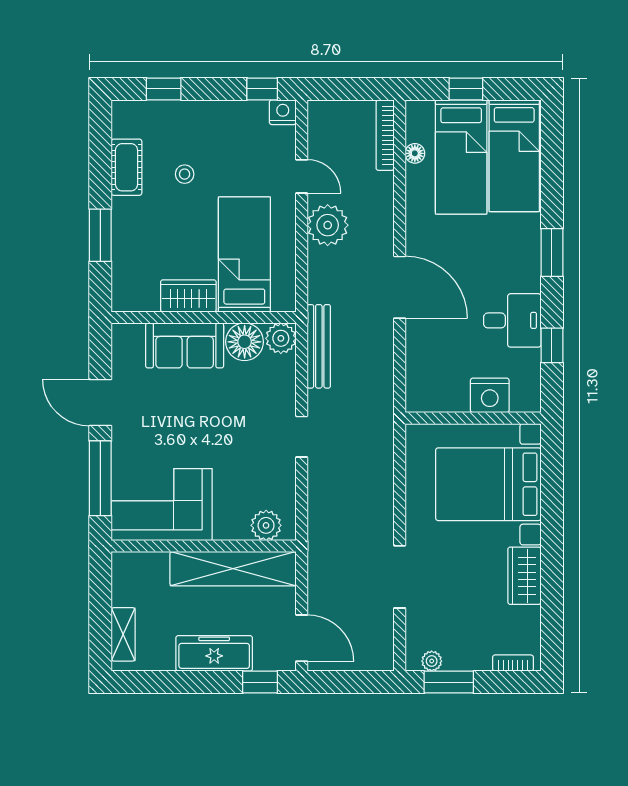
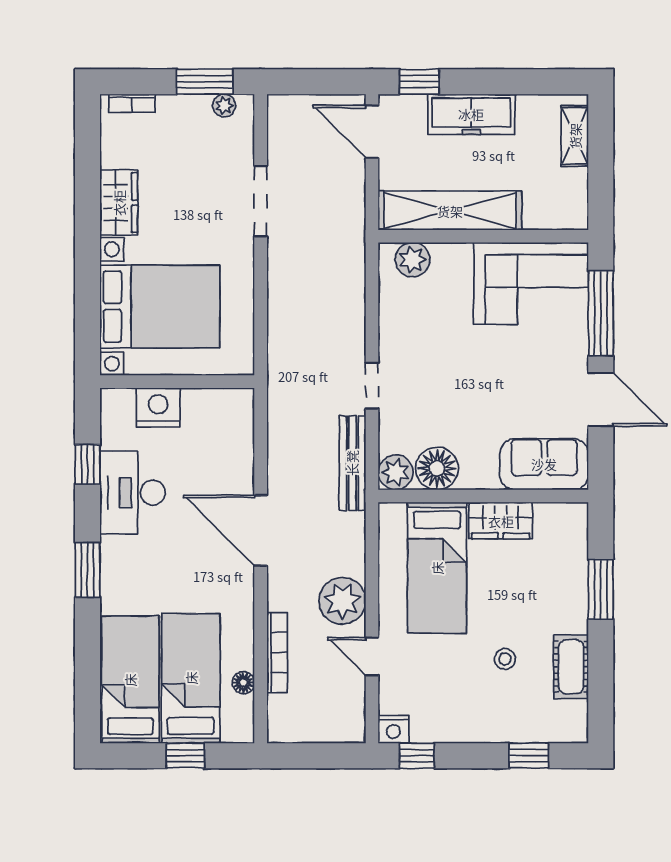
bookcase: (385, 135) -> (277, 653), moved
desk: (512, 320) -> (133, 493), width x1.37
sofa: (185, 345) -> (544, 464), moved
doorway: (302, 437) -> (372, 386), moved

